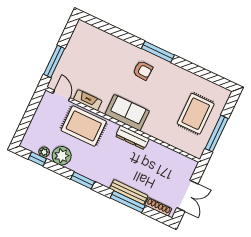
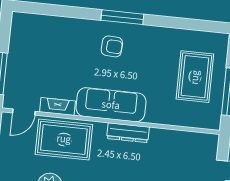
door: (62, 96) -> (24, 112), swing flipped
sofa: (127, 113) -> (111, 105), width x1.36

